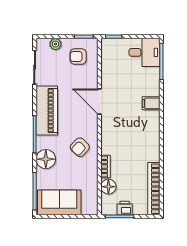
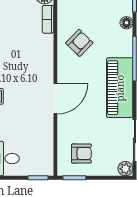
plant: (56, 44) -> (125, 169), moved
door: (99, 101) -> (55, 99), hinge flipped
floor lamp: (46, 159) -> (126, 23), width x0.53, depth x0.53

